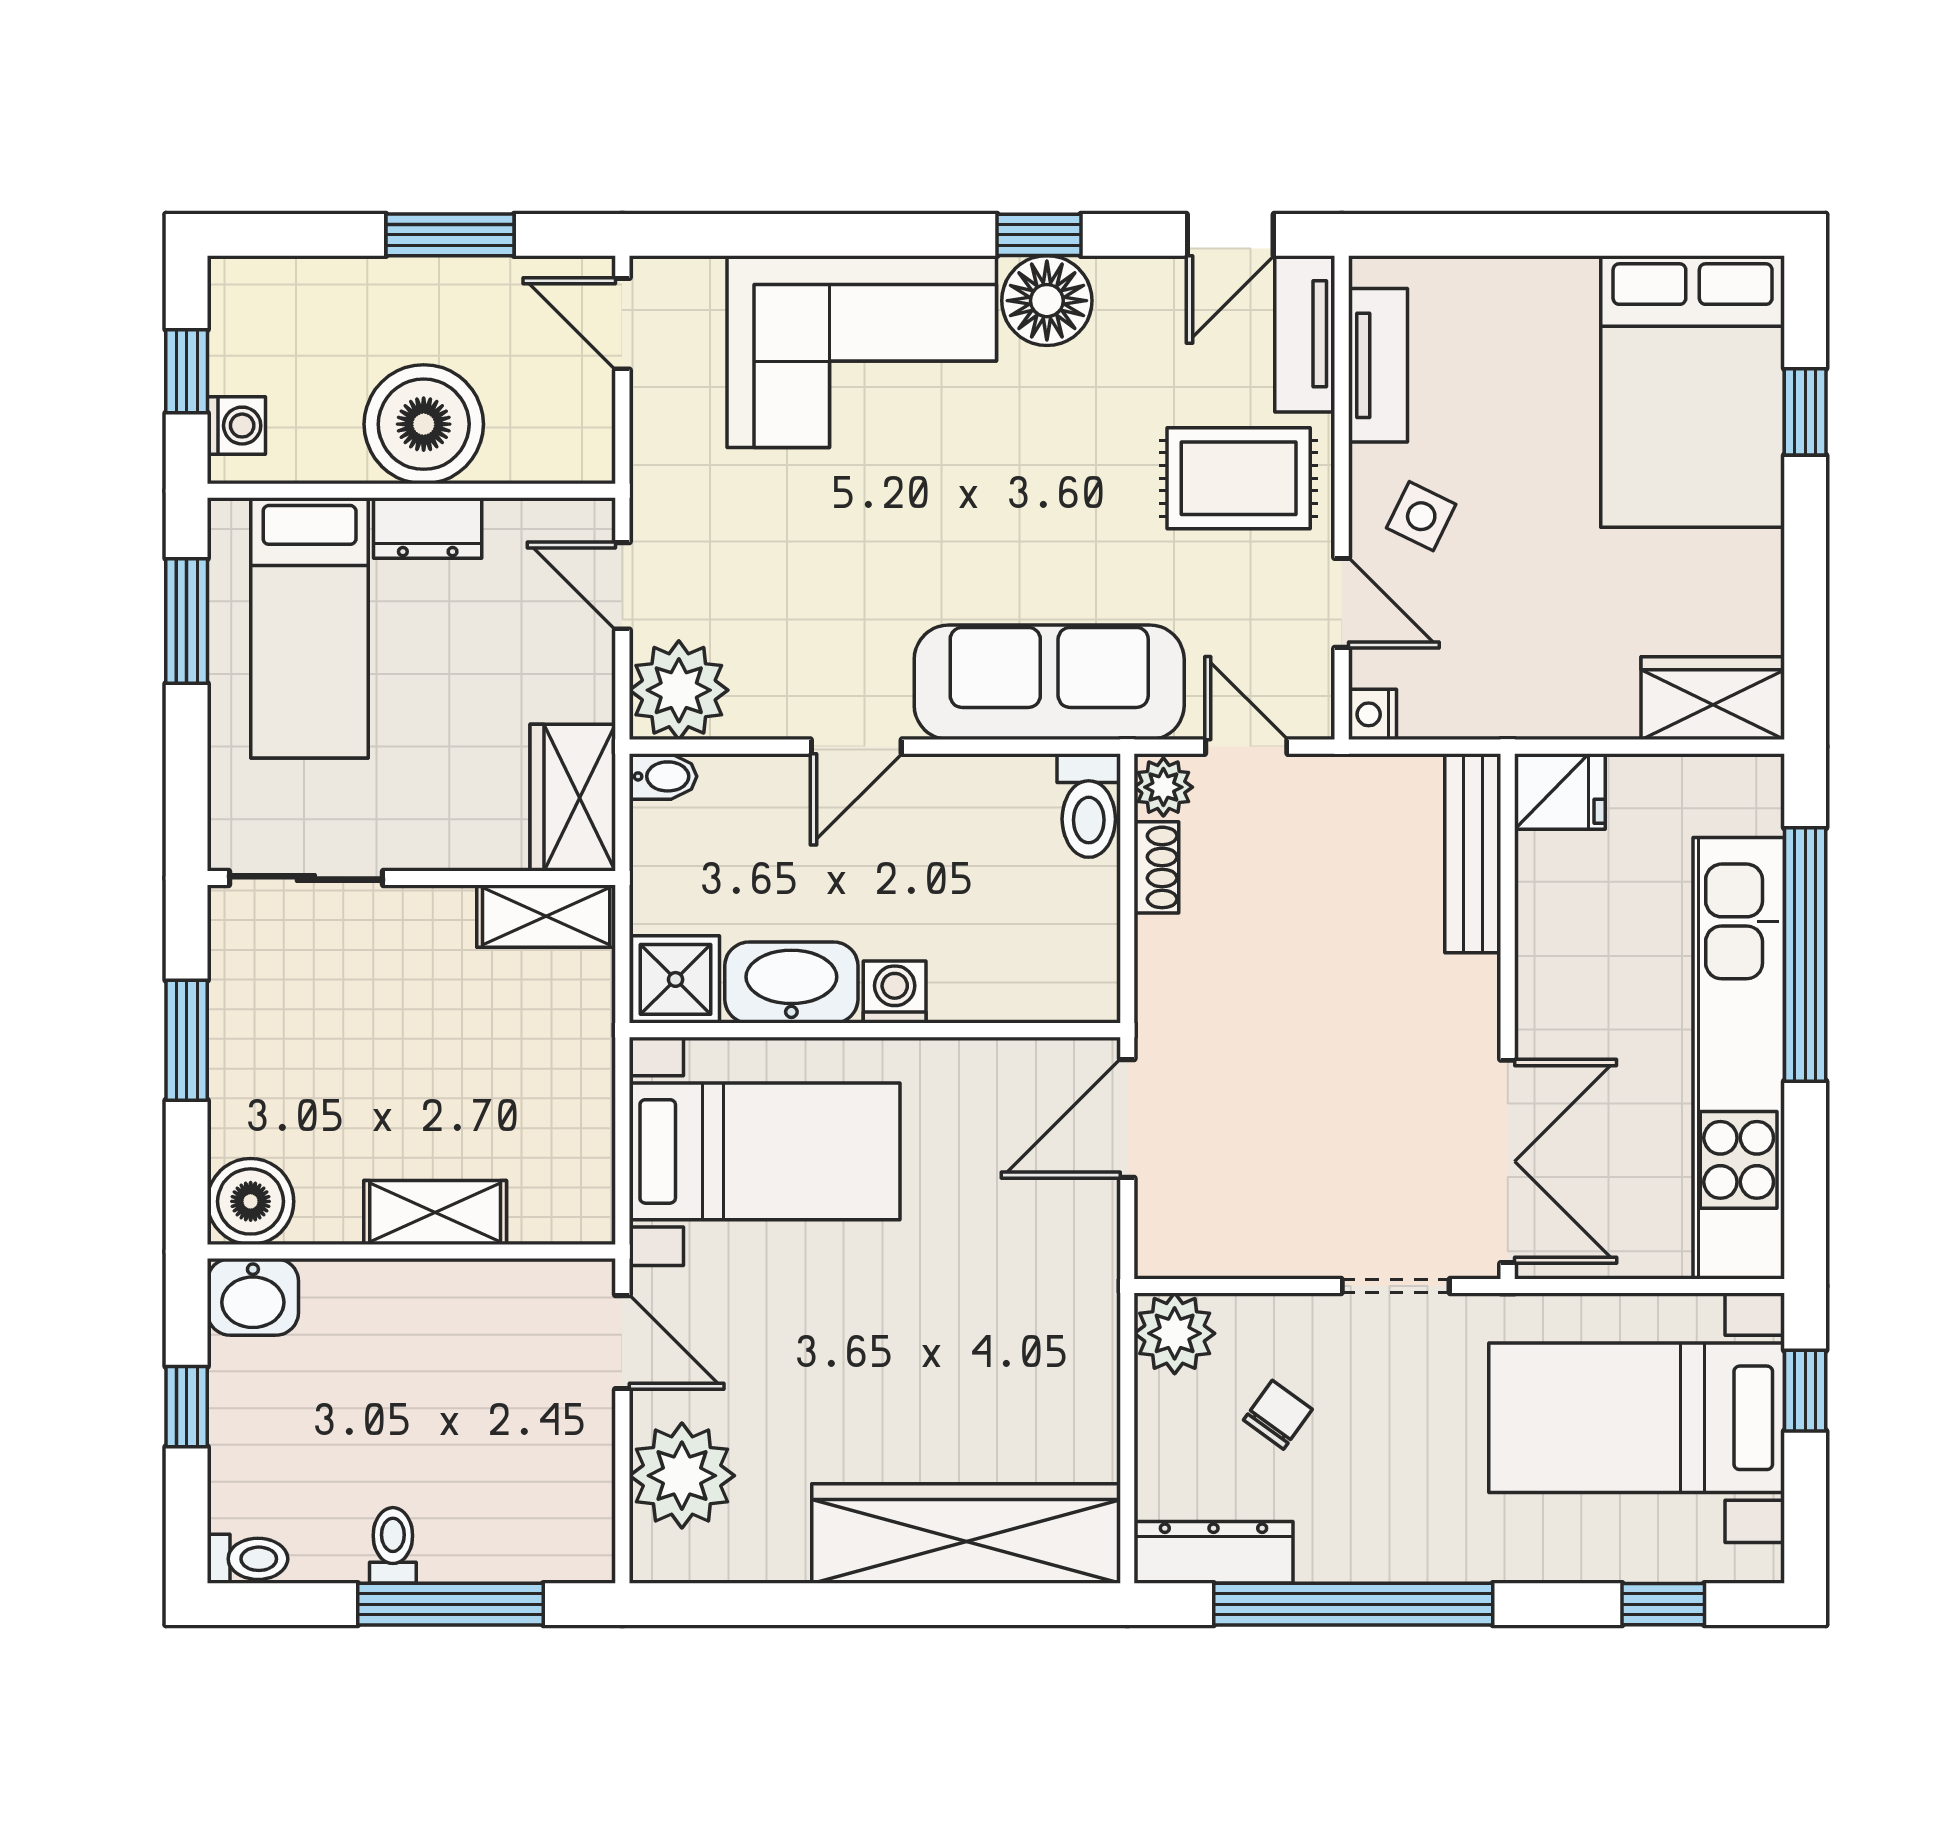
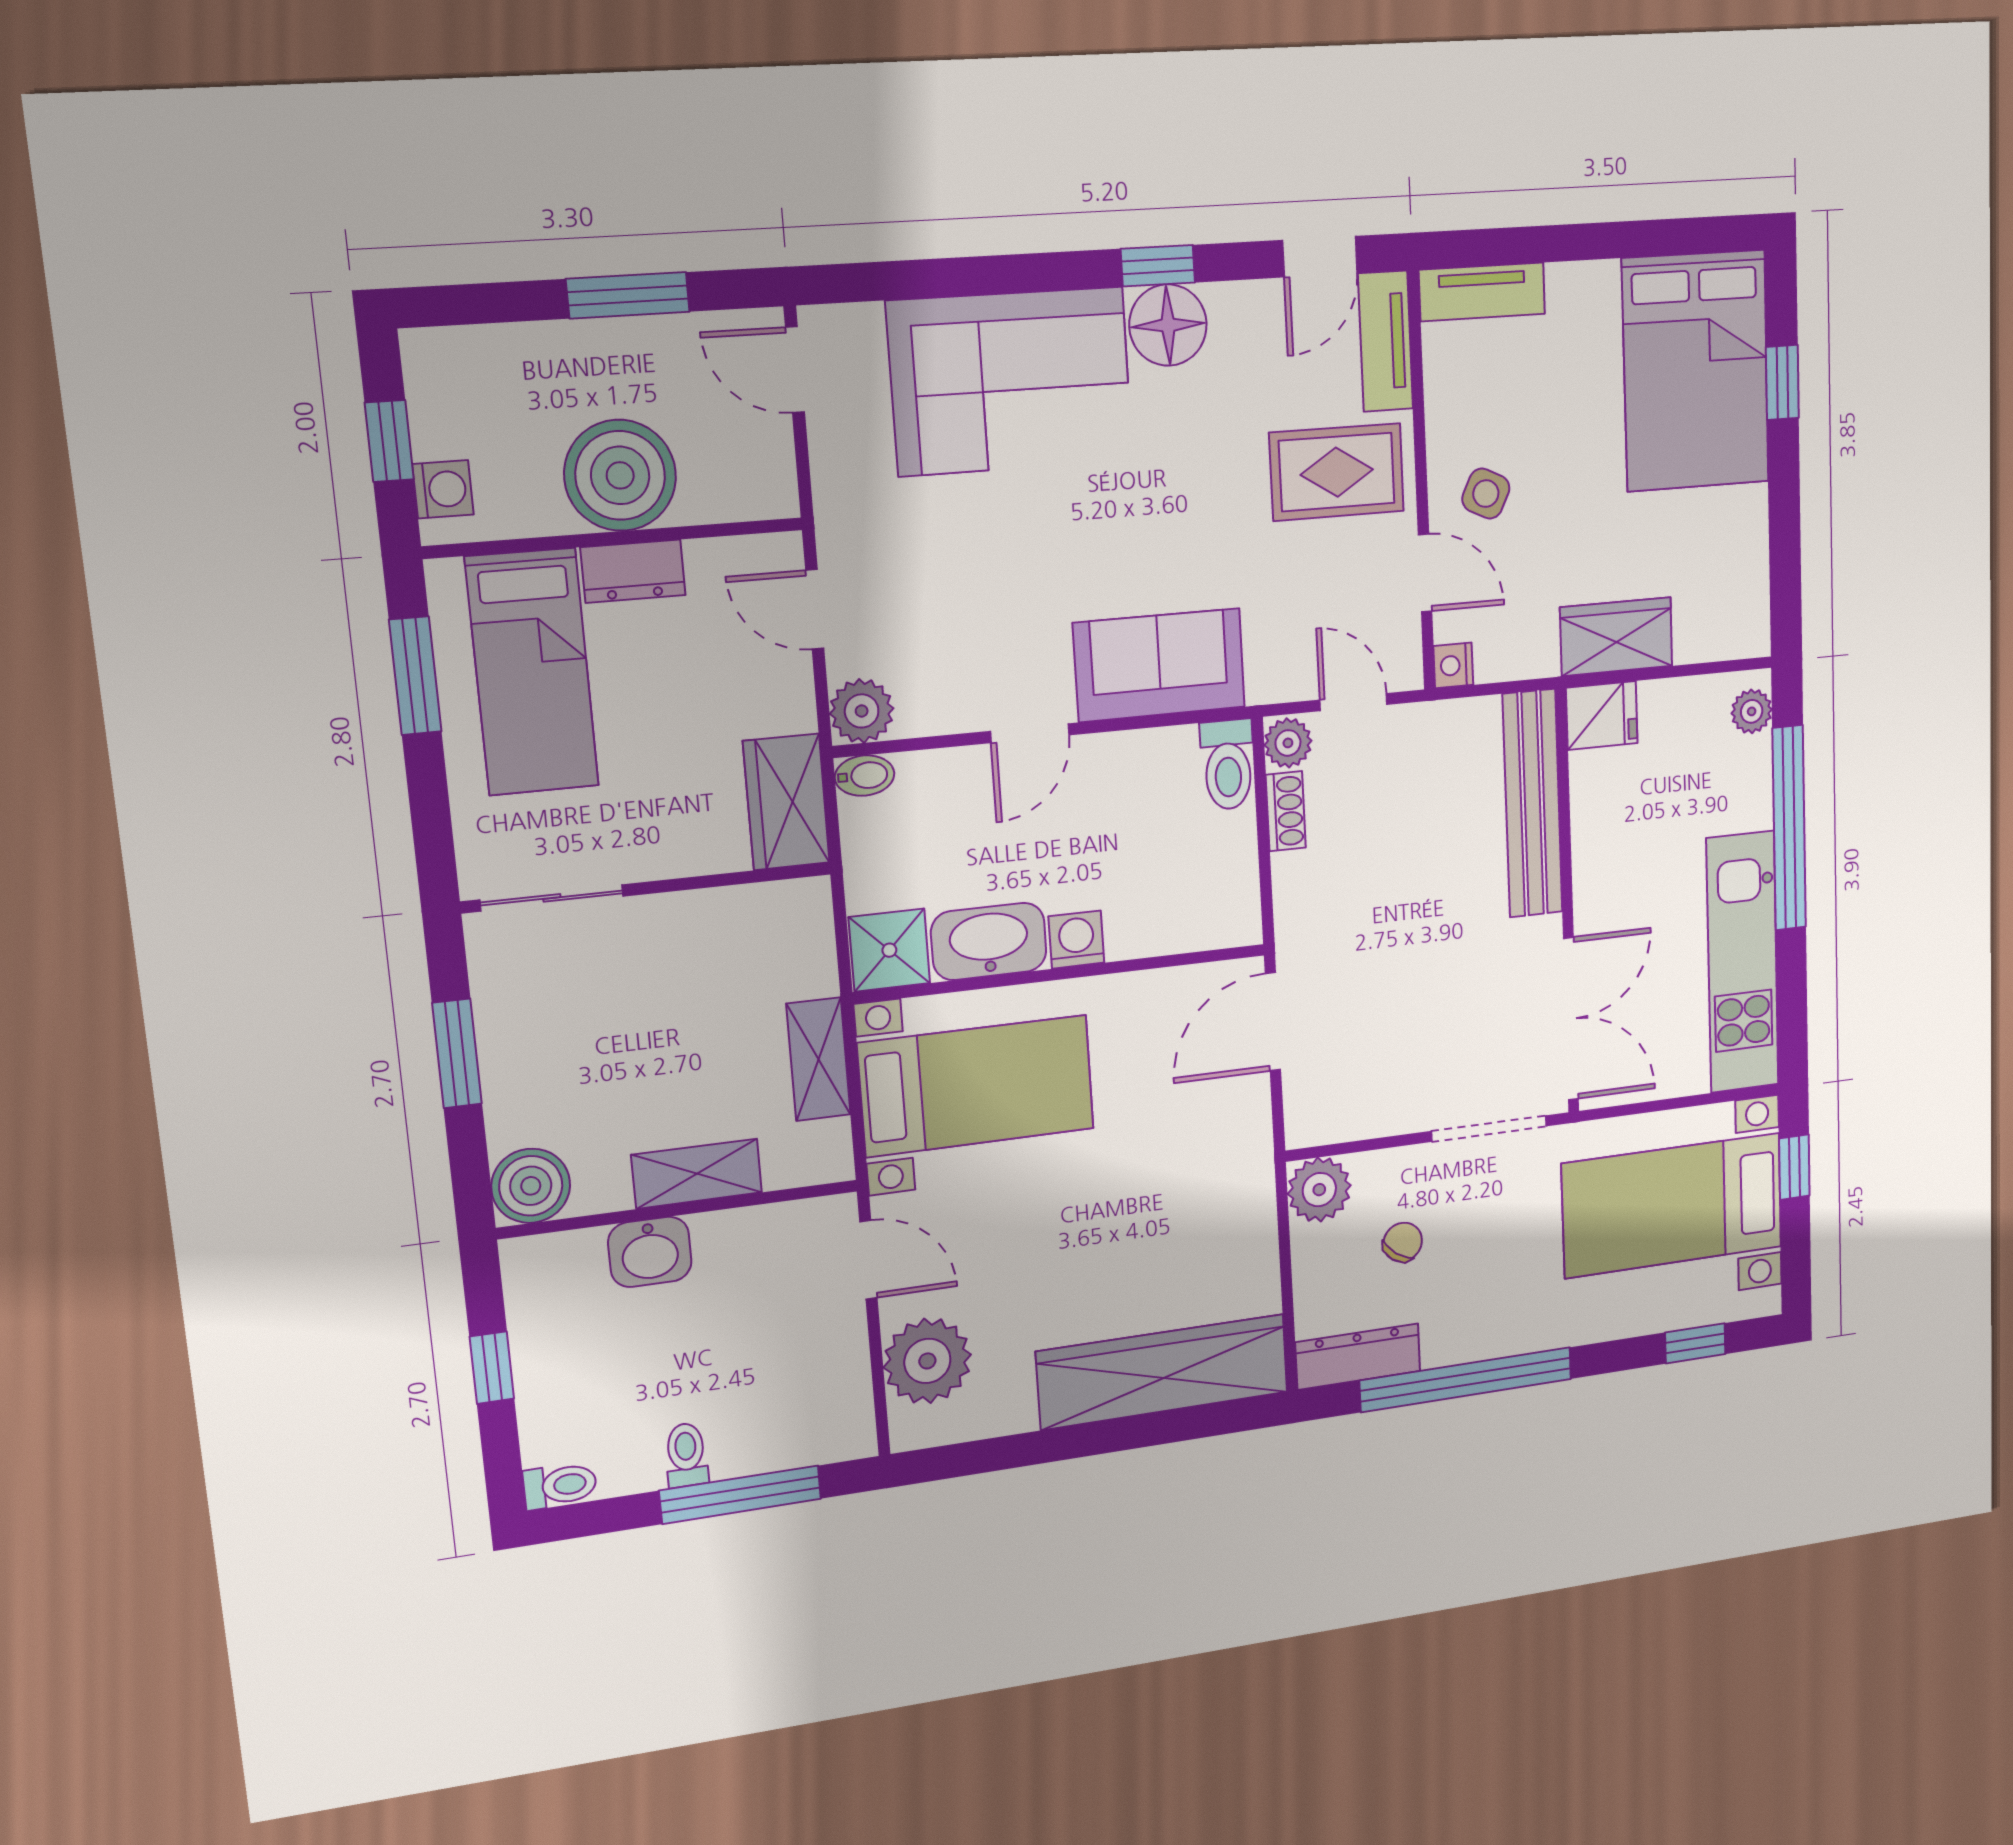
tv unit: (1378, 365) -> (1482, 292), moved, turned 90
sofa: (1049, 682) -> (1159, 665), width x0.73
plant: (679, 690) -> (862, 711), width x0.73, depth x0.73
wardrobe: (1713, 698) -> (1616, 637), moved
plant: (1757, 805) -> (1752, 711), added
bench: (1473, 853) -> (1533, 804), width x1.37, depth x1.21
shelving: (546, 916) -> (819, 1059), moved, turned 90
kitchen unit: (1739, 1058) -> (1743, 962), width x0.73
doorway: (1396, 1286) -> (1489, 1129), width x1.38
washbasin: (253, 1297) -> (650, 1252), moved

